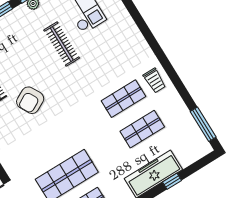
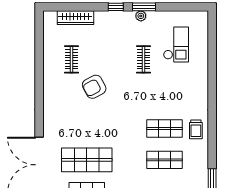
clothes rail: (62, 44) -> (144, 59), width x0.73

